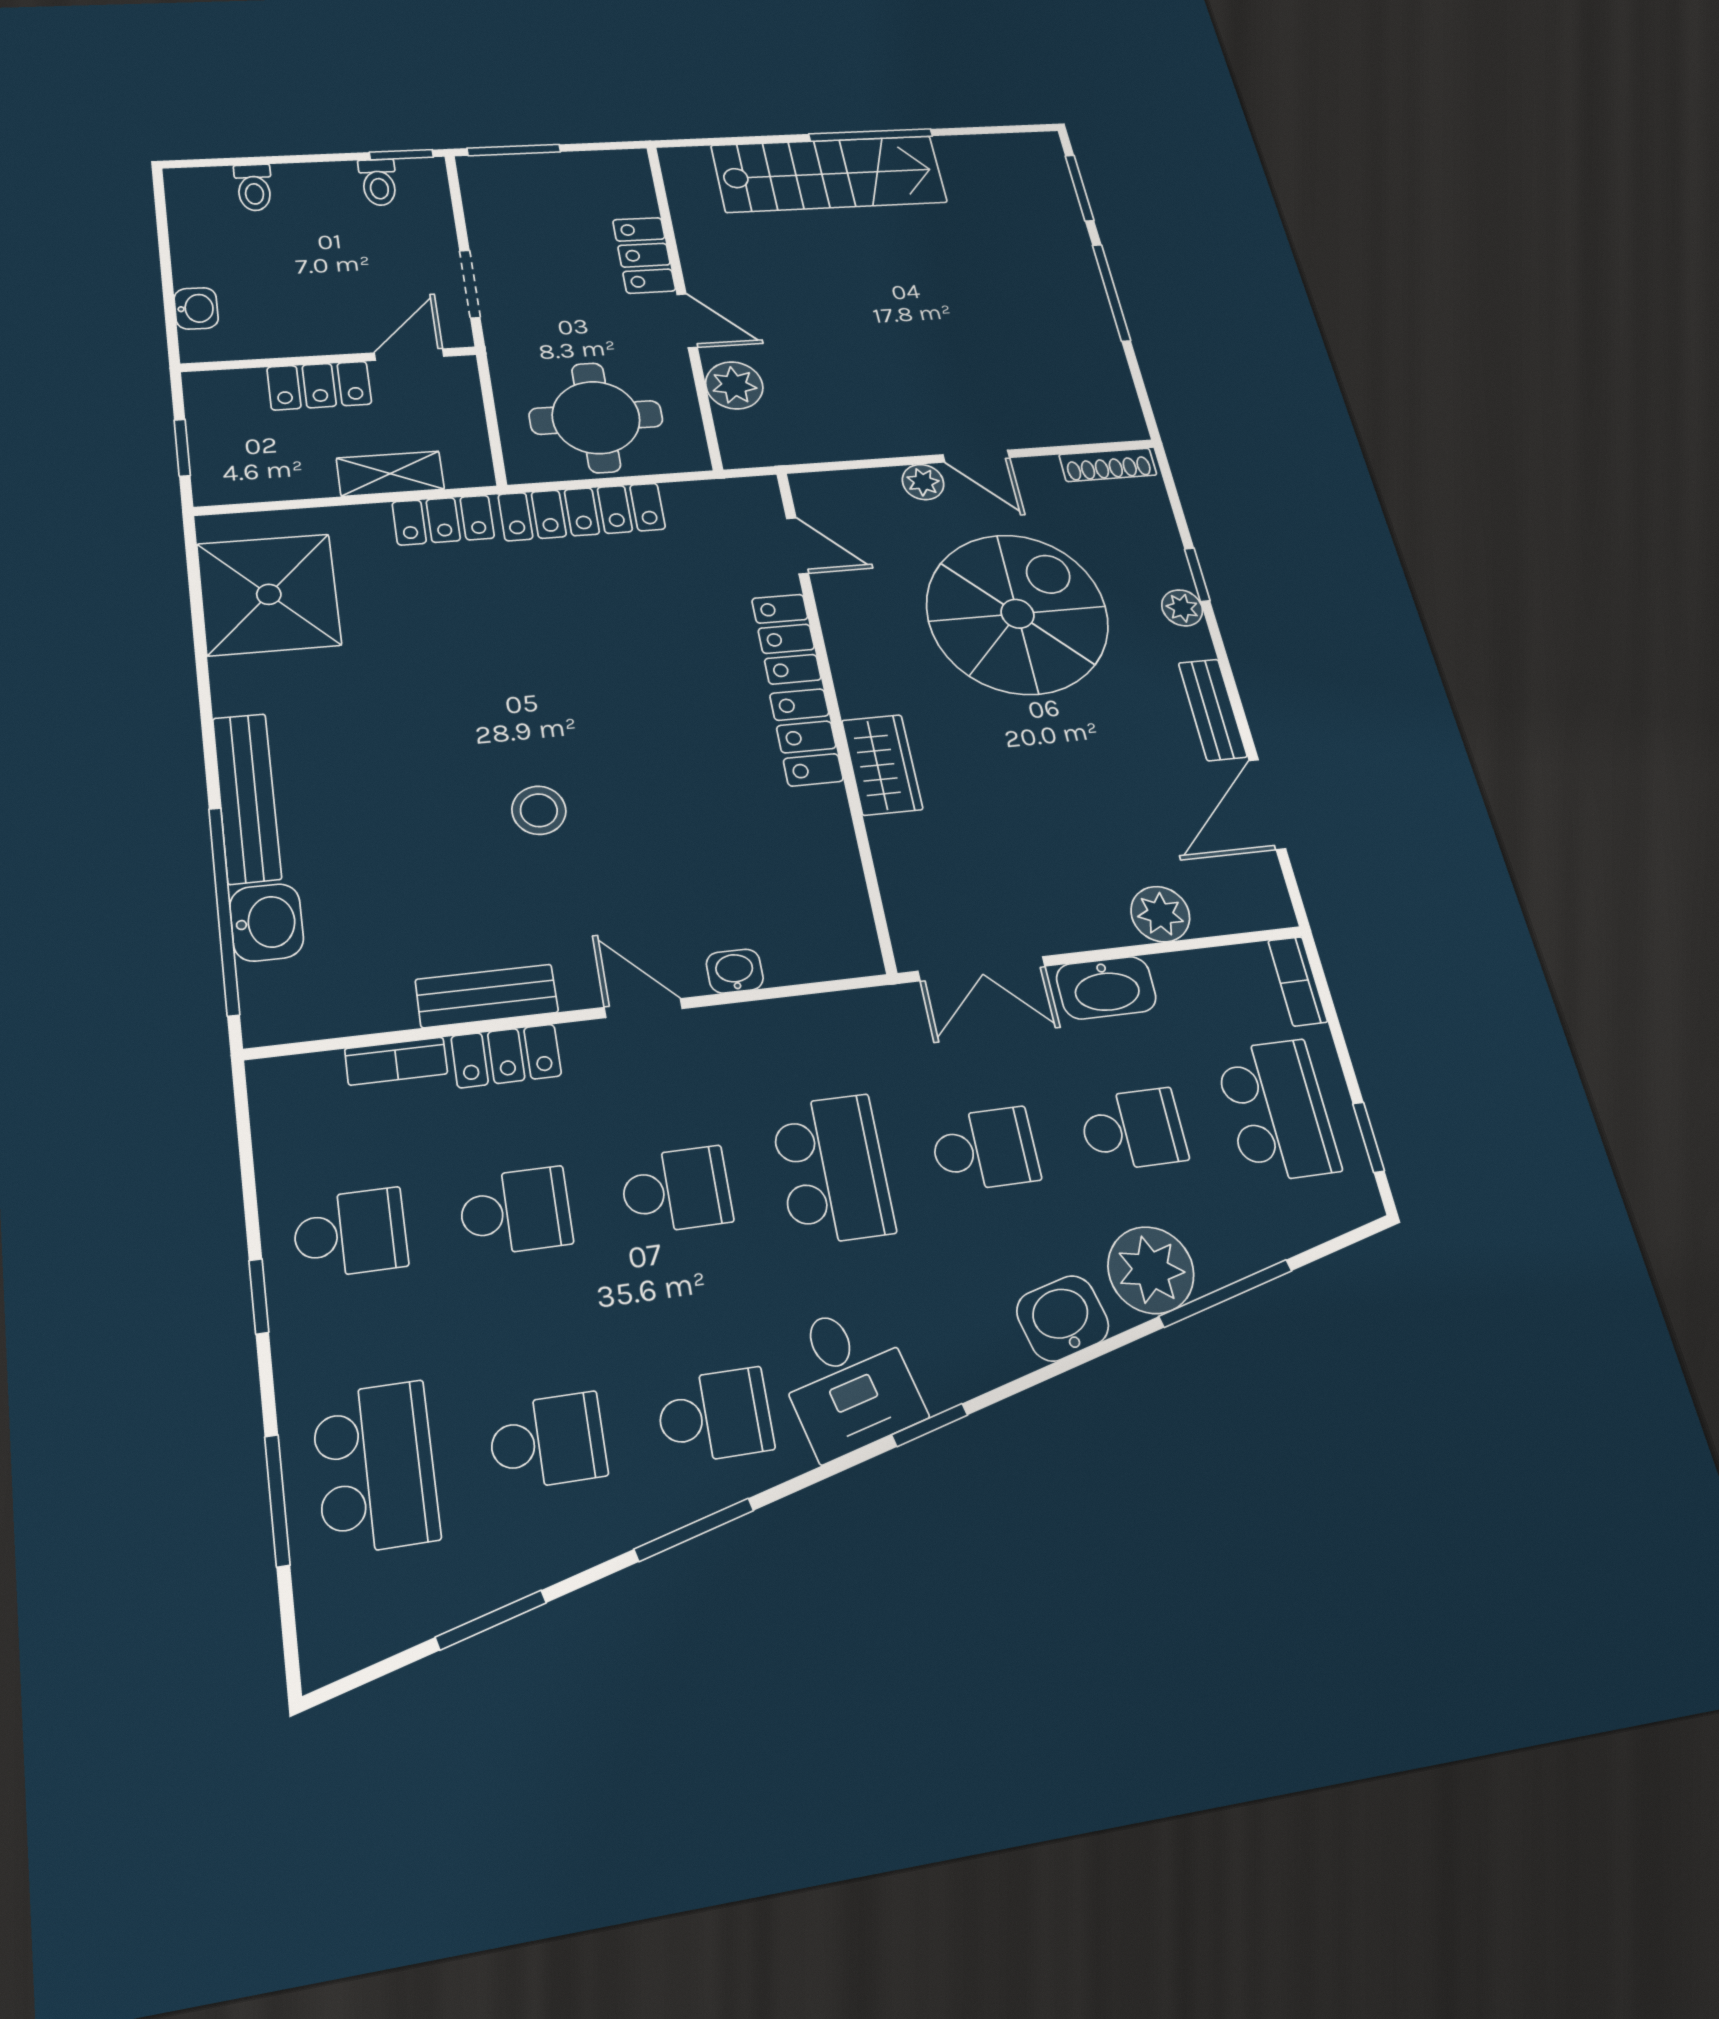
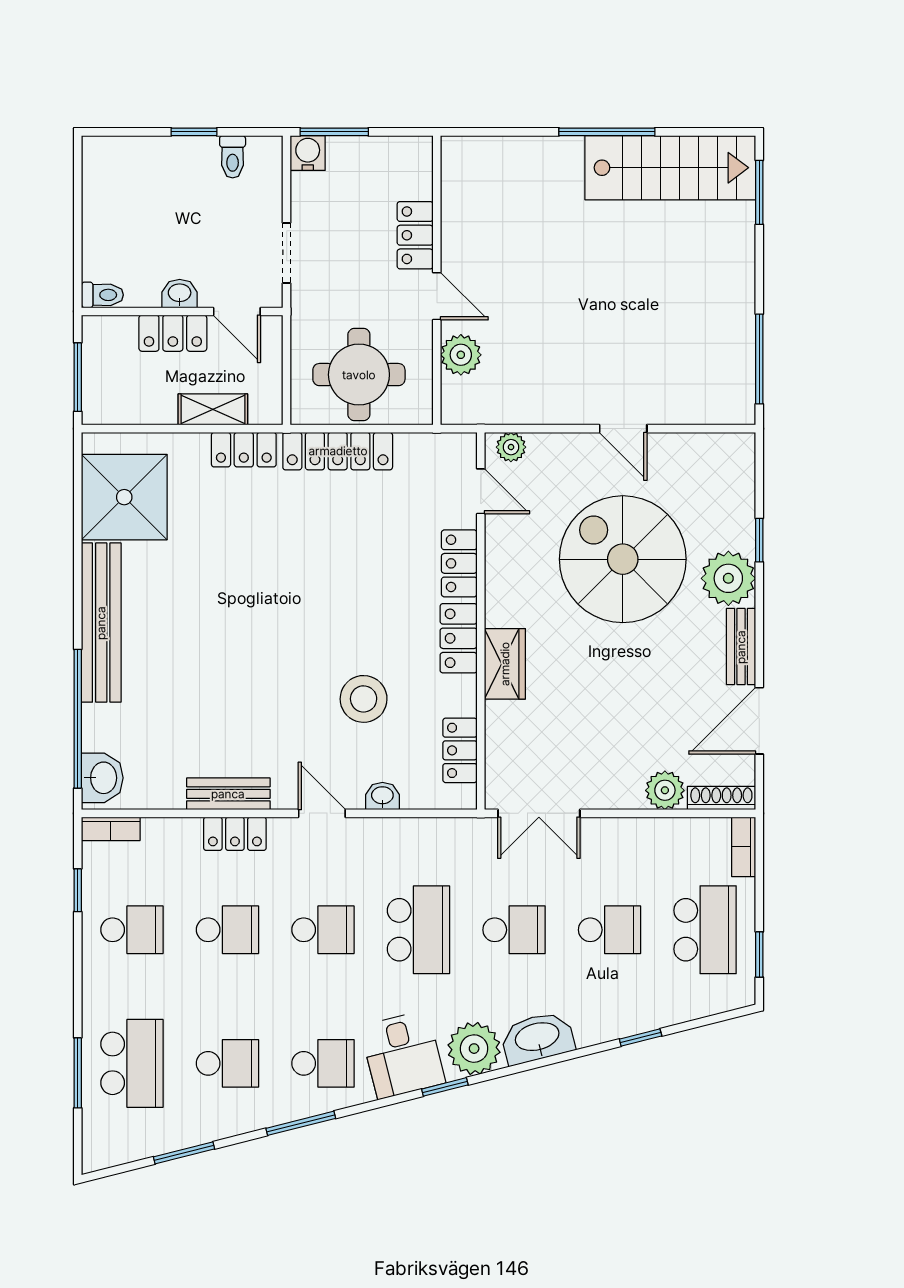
window: (401, 155) -> (194, 132), moved
water cooler: (481, 174) -> (308, 153), added
stairs: (829, 174) -> (670, 168), moved
toilet: (254, 188) -> (102, 295), moved, turned -90
window: (1111, 293) -> (759, 359), moved
washbasin: (196, 308) -> (180, 294), moved, turned -90
door: (409, 355) -> (237, 311), swing flipped
window: (182, 448) -> (78, 377), width x1.50
shoe rack: (1108, 465) -> (721, 798), moved, turned 180
plant: (923, 482) -> (511, 447), moved
plant: (1182, 608) -> (728, 578), width x1.87, depth x1.87
spiral stairs: (1018, 614) -> (623, 559), turned -90
bench: (247, 798) -> (101, 623), width x1.37, depth x1.21
stool: (539, 810) -> (364, 699), moved, width x1.38, depth x1.38
locker: (841, 891) -> (460, 750), added
washbasin: (267, 922) -> (102, 778), moved
washbasin: (1106, 988) -> (616, 836), removed
bookcase: (396, 1061) -> (111, 829), moved
plant: (1151, 1270) -> (474, 1049), moved
window: (1226, 1293) -> (641, 1037), width x0.46
window: (259, 1296) -> (78, 890), moved
washbasin: (1063, 1318) -> (537, 1038), width x1.38

